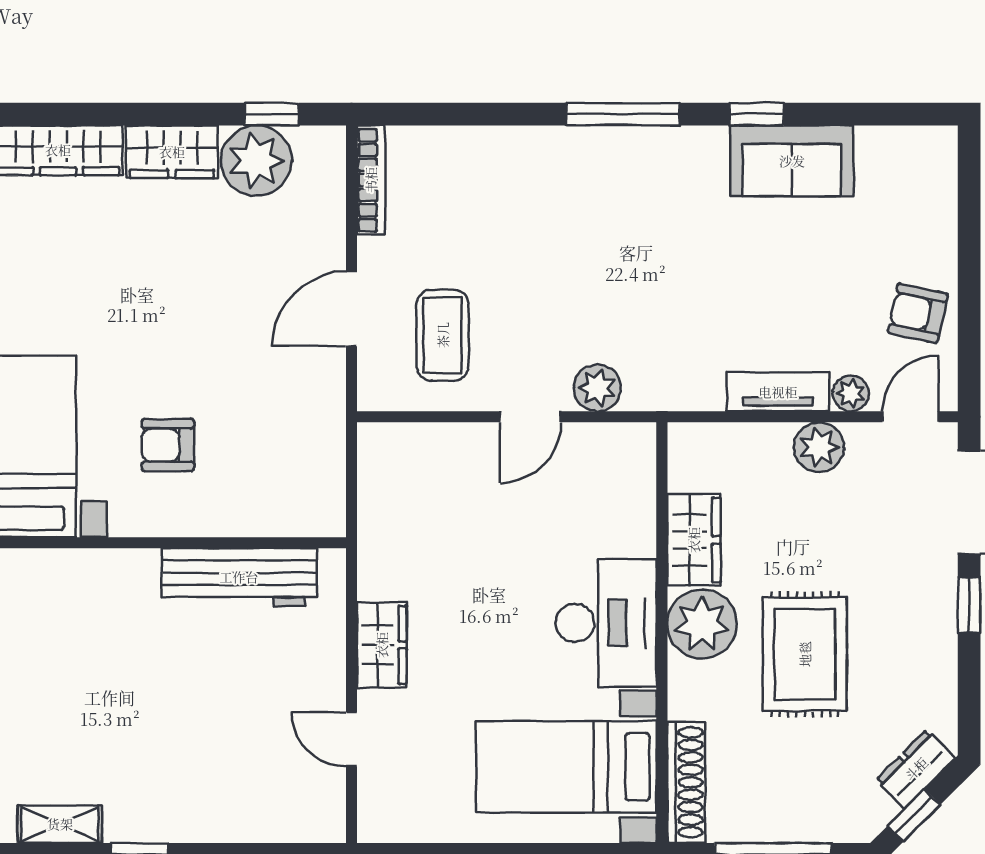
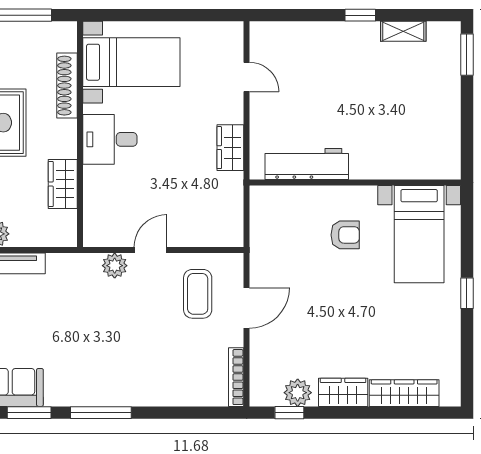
window: (757, 114) -> (29, 413), width x1.50
plant: (256, 161) -> (298, 393), width x0.73, depth x0.73
desk: (606, 623) -> (110, 139), width x0.73
plant: (702, 624) -> (58, 139), removed
wardrobe: (382, 645) -> (230, 148), moved
shoe rack: (686, 782) -> (67, 86), moved

